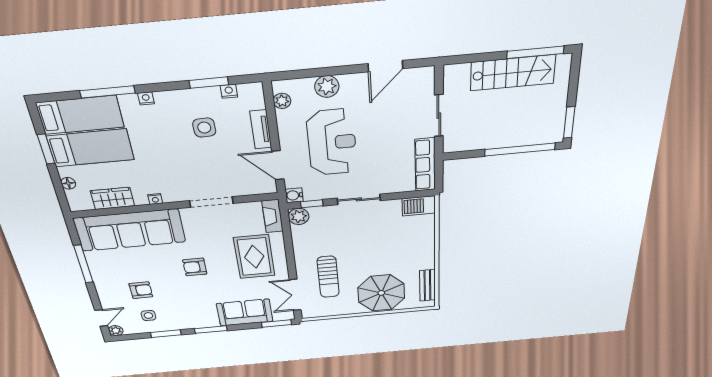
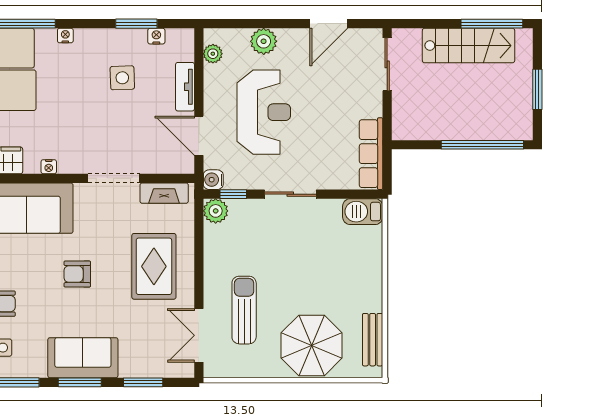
sliding door: (439, 116) -> (387, 64), moved
window: (569, 122) -> (537, 89), moved
fireplace: (272, 216) -> (164, 193), moved, turned -90
sun lounger: (328, 277) -> (244, 310), turned 180
sofa: (245, 313) -> (83, 358), moved
window: (277, 324) -> (143, 382), moved

